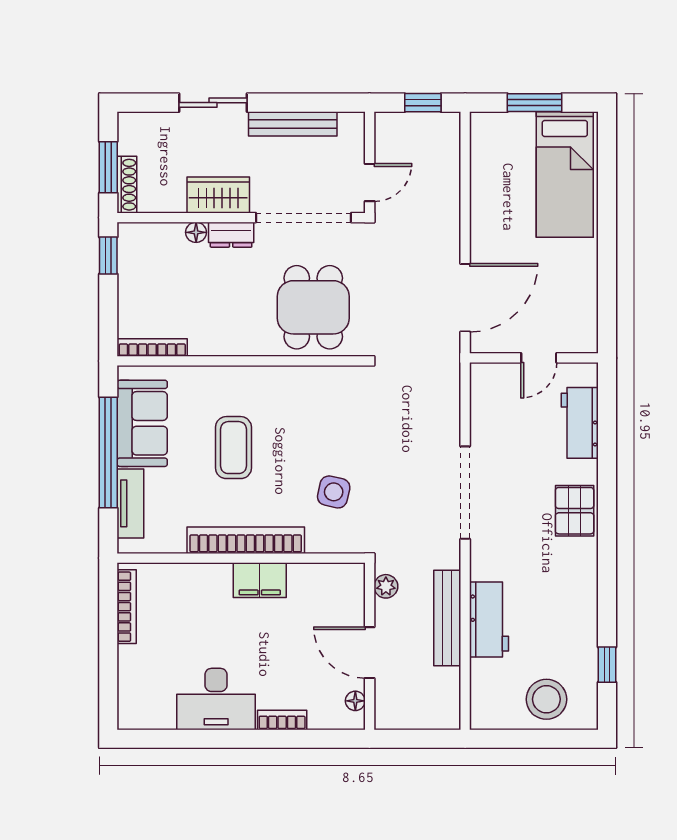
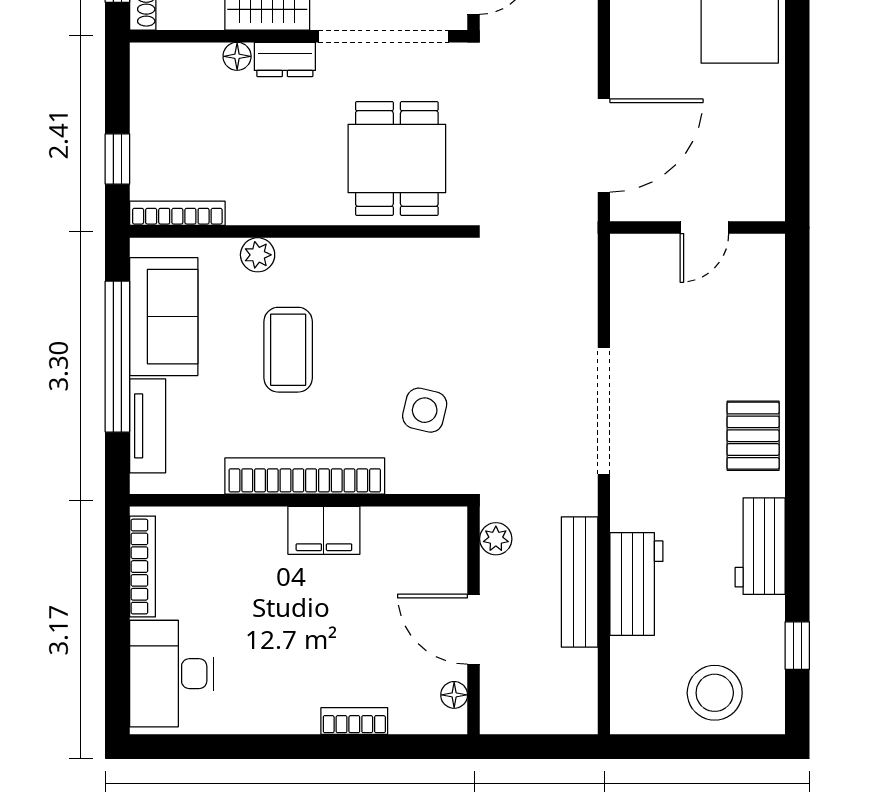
window: (108, 255) -> (117, 159), moved
plant: (211, 378) -> (258, 255), added
workbench: (580, 423) -> (760, 546), moved
desk: (216, 699) -> (172, 674), moved, turned 90

